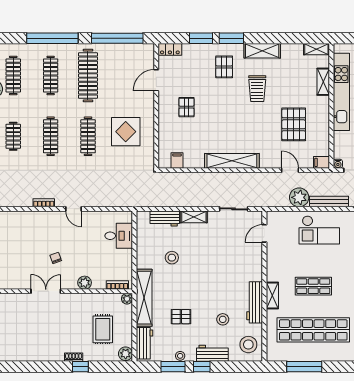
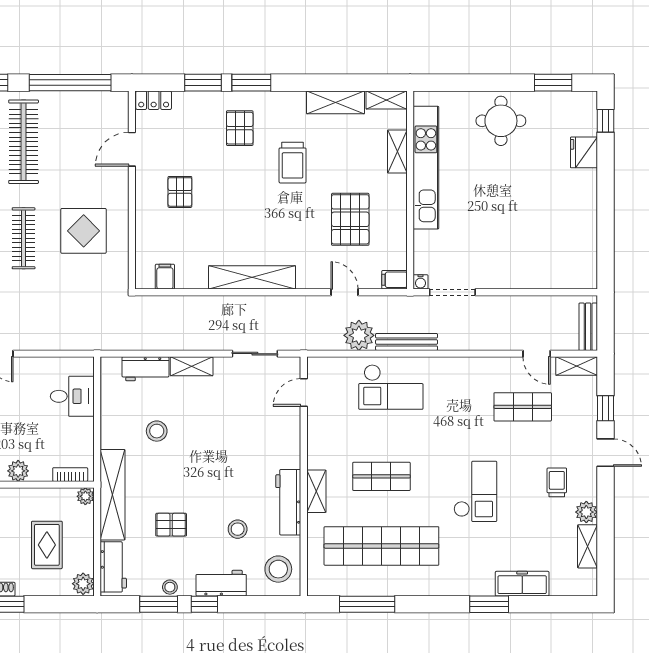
shelving: (262, 51) -> (335, 102), moved

